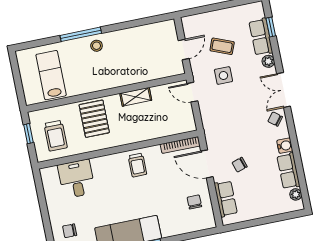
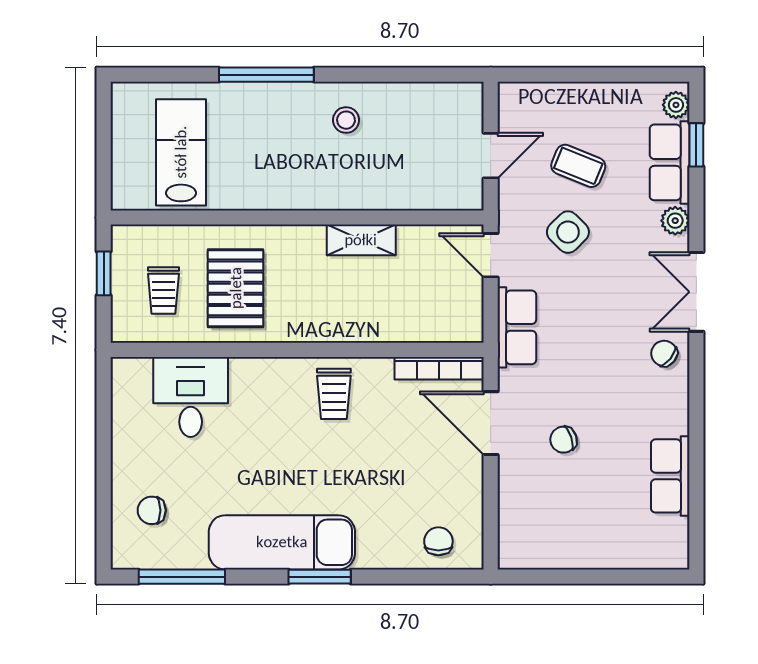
stool: (97, 46) -> (346, 120), moved
side table: (223, 76) -> (568, 232), turned 45
pallet: (94, 119) -> (236, 288), moved
trolley: (56, 136) -> (163, 290), width x0.73, depth x0.72
water cooler: (285, 146) -> (674, 418), removed
plant: (296, 194) -> (676, 105), moved
row of seats: (226, 199) -> (517, 327), moved
chair: (194, 202) -> (438, 541), moved

